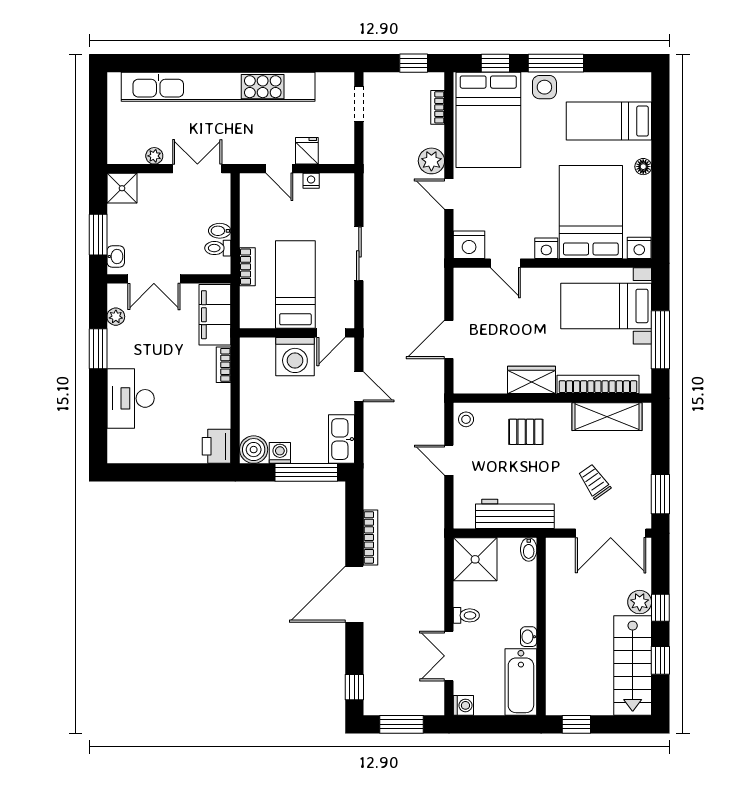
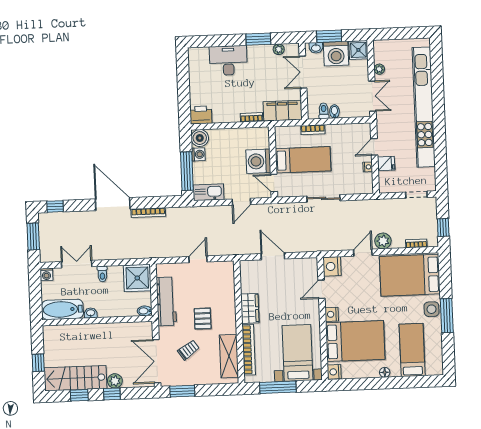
window: (495, 63) -> (445, 278), removed
washing machine: (126, 224) -> (336, 54), added
stool: (466, 419) -> (224, 269), removed
pallet: (526, 432) -> (203, 319), moved
window: (576, 724) -> (38, 363), moved

